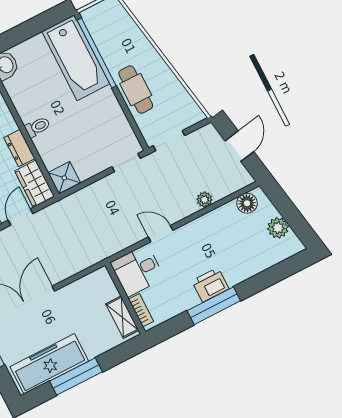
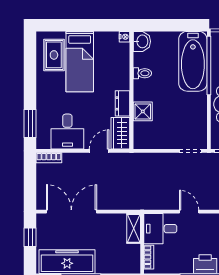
toilet: (37, 127) -> (142, 73), moved
shower: (64, 178) -> (143, 111), moved
shelving: (122, 317) -> (134, 228), moved

